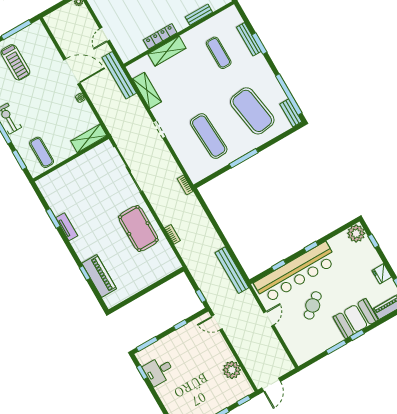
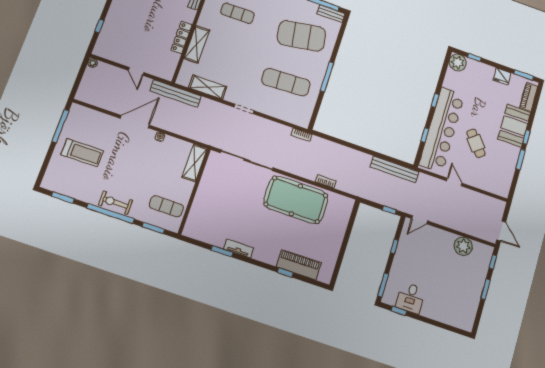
pool table: (138, 229) -> (296, 200), width x1.36, depth x1.32

